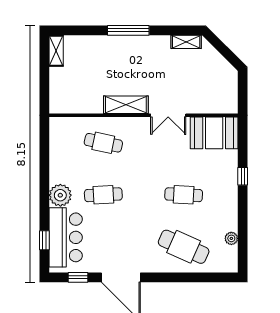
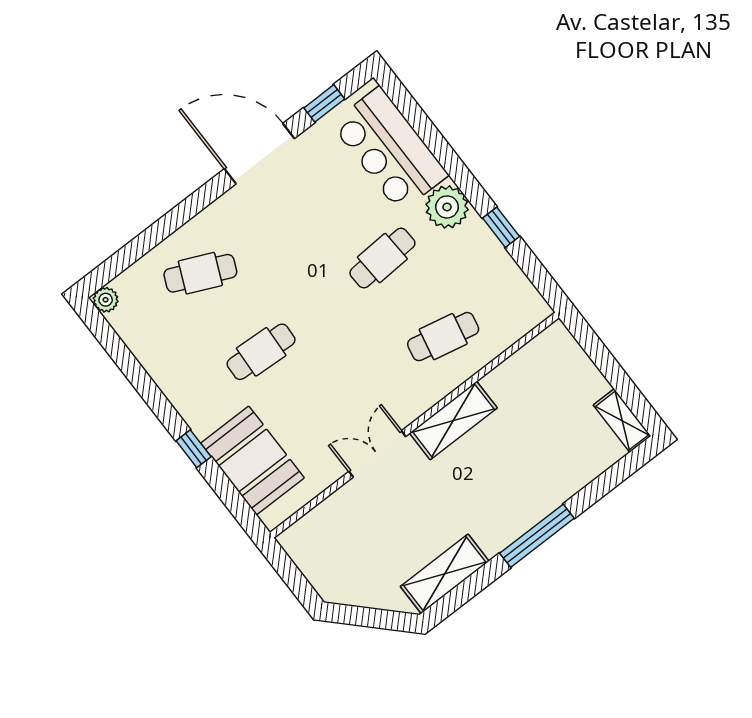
shelving: (186, 42) -> (445, 574), width x1.50, depth x1.33
booth: (214, 133) -> (253, 460), moved, turned 90
plant: (231, 238) -> (106, 300), moved
window: (44, 240) -> (501, 227), moved
cafe table: (184, 247) -> (200, 273), width x0.73, depth x0.74

